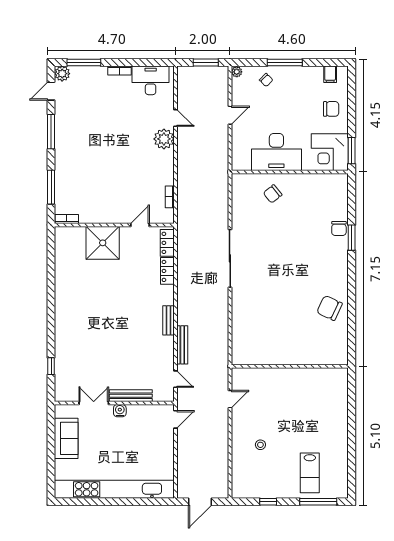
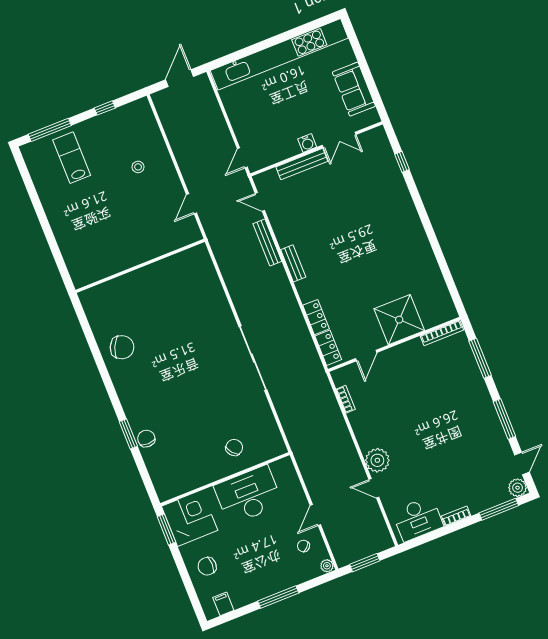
chair: (266, 80) -> (303, 546), moved
bookcase: (67, 219) -> (442, 333), width x1.56

